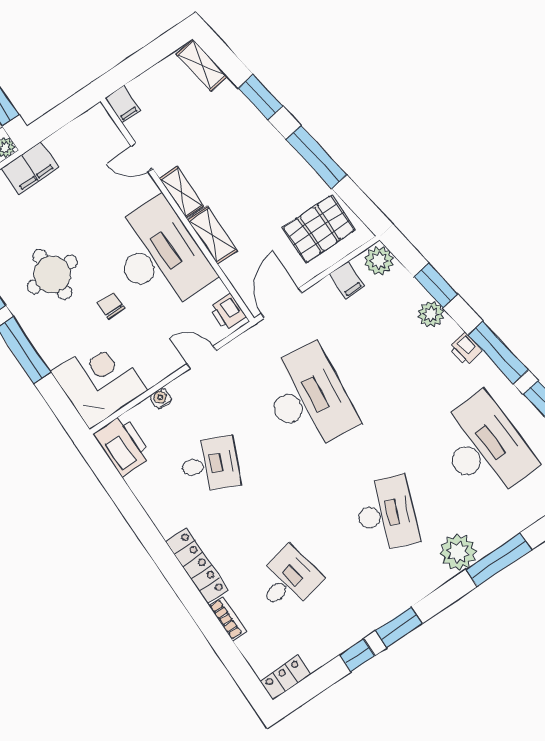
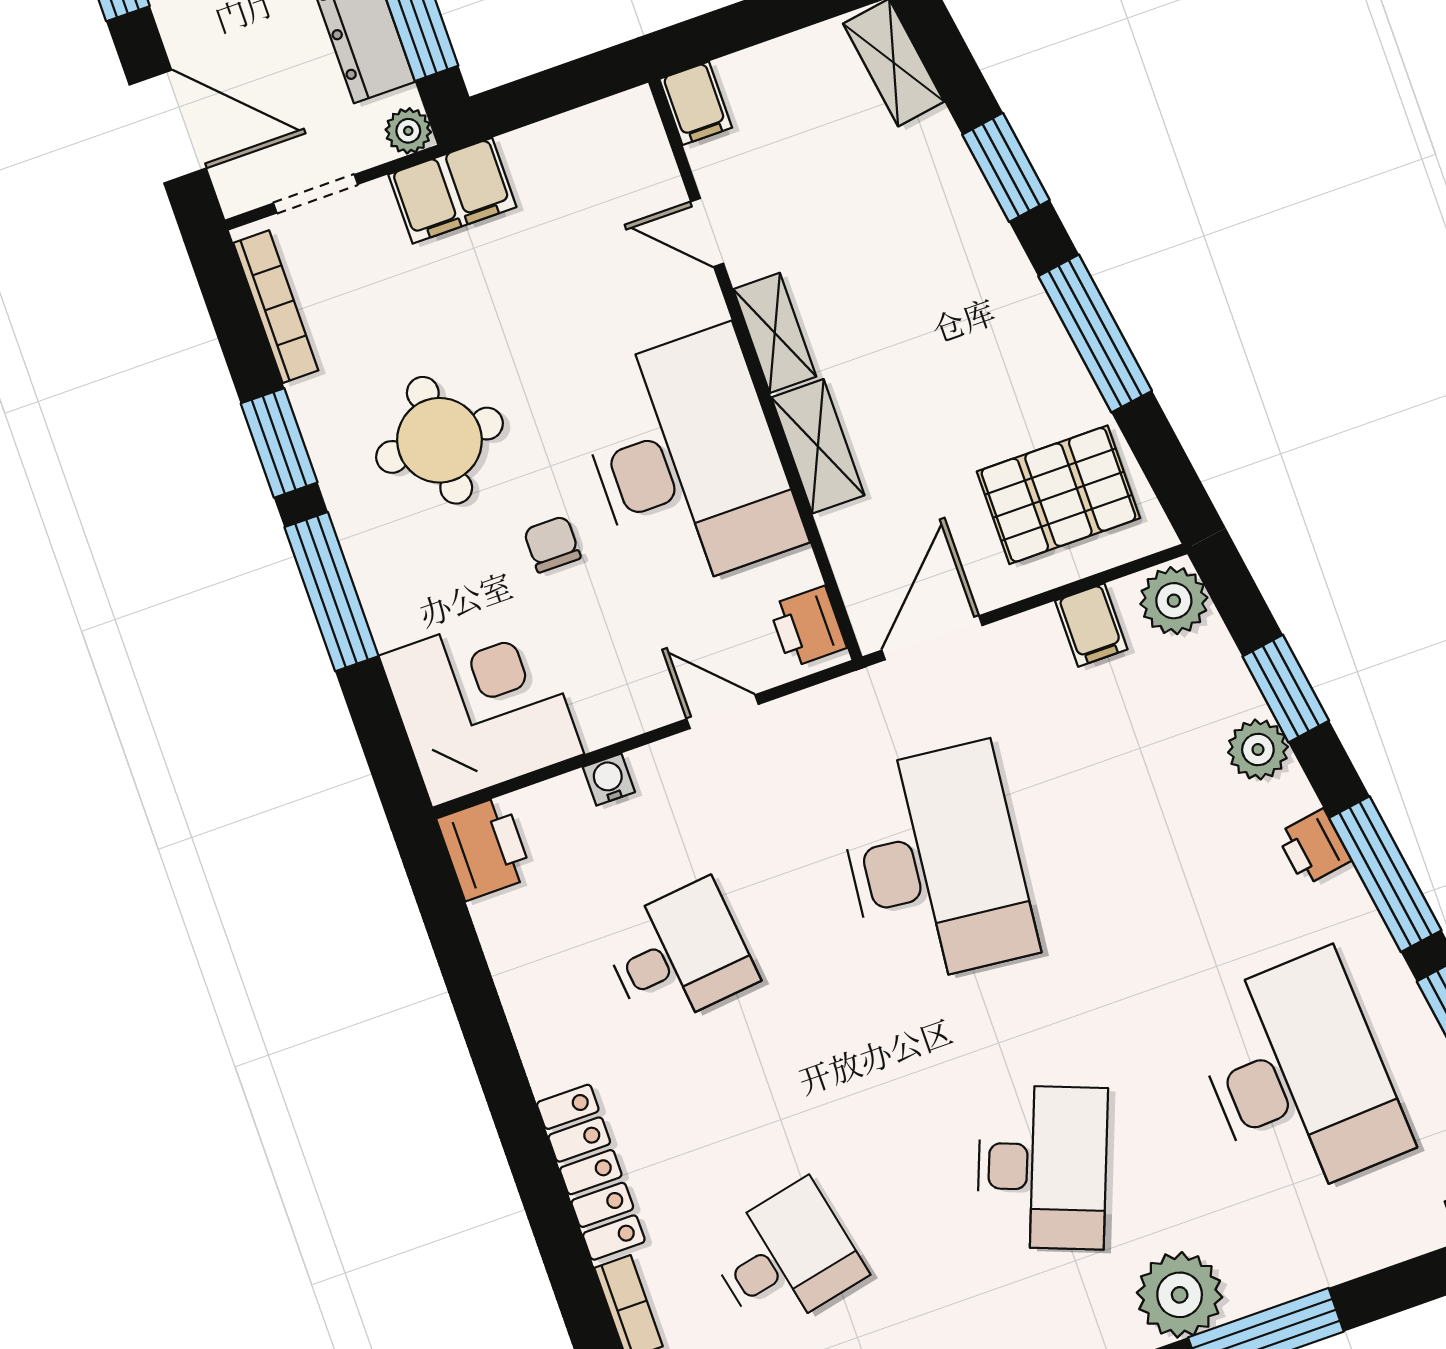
printer: (123, 445) -> (485, 848), width x0.73, depth x0.84
desk: (210, 464) -> (679, 955), turned -30

